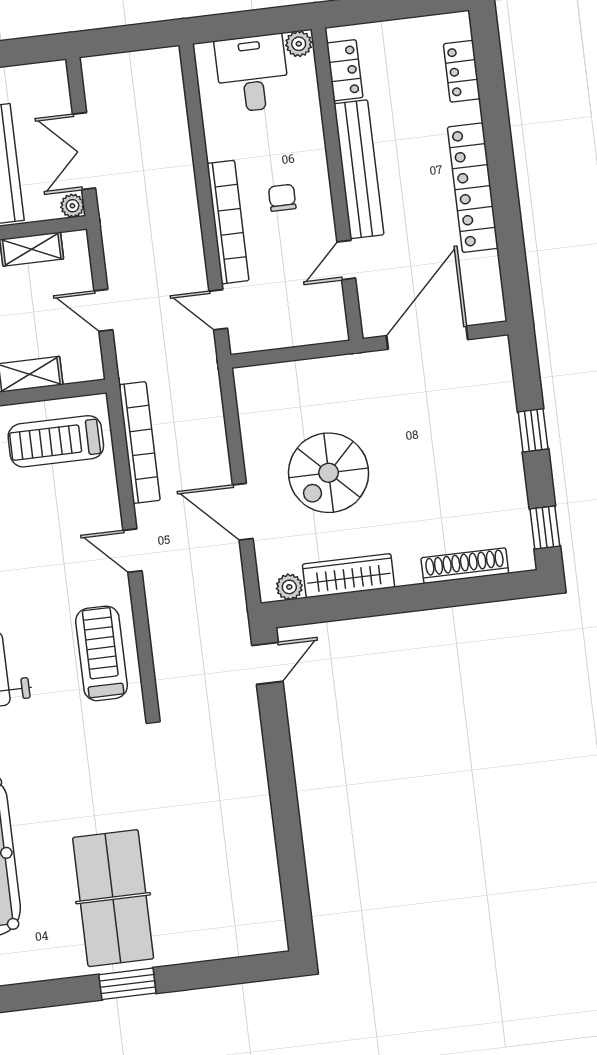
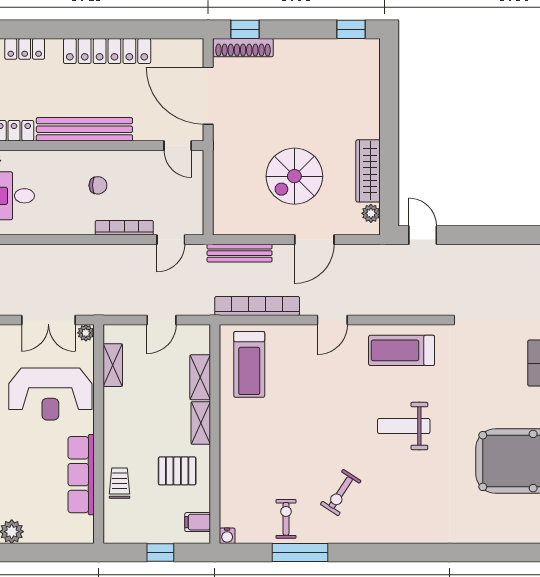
chair: (282, 198) -> (98, 185), turned 180
bookcase: (228, 222) -> (124, 228), width x0.68, depth x0.76
door: (346, 260) -> (178, 146), moved
bench: (211, 409) -> (240, 253), added
window: (533, 430) -> (245, 29), moved
spiral stairs: (329, 473) -> (294, 176), turned 90
shoe rack: (465, 566) -> (243, 48), moved, turned -90

